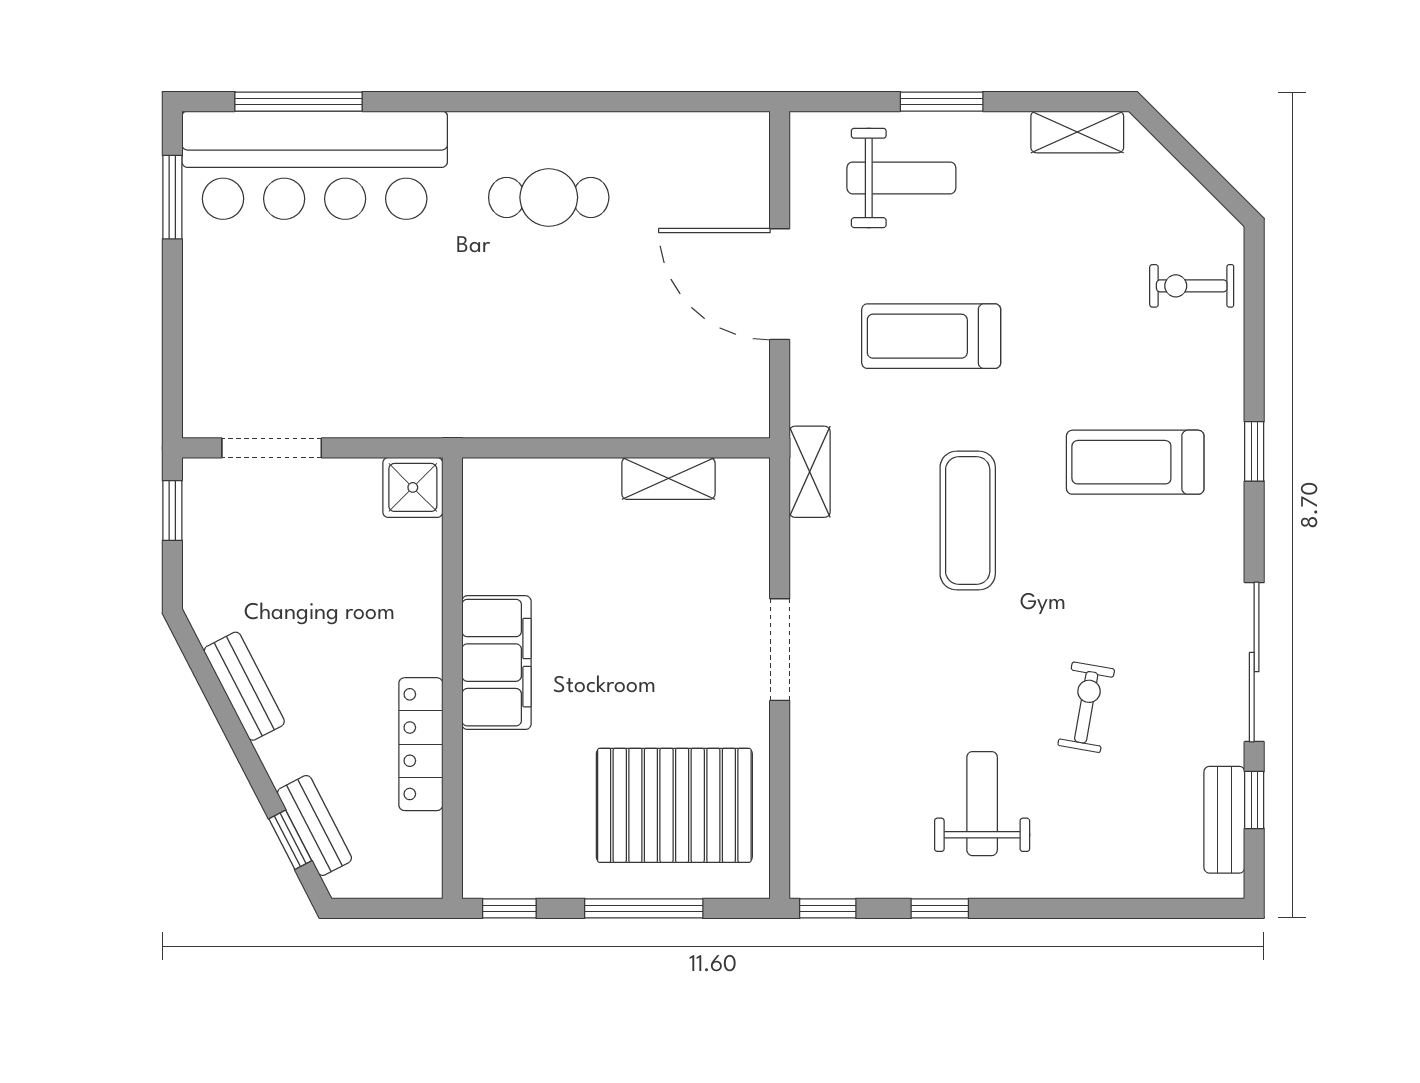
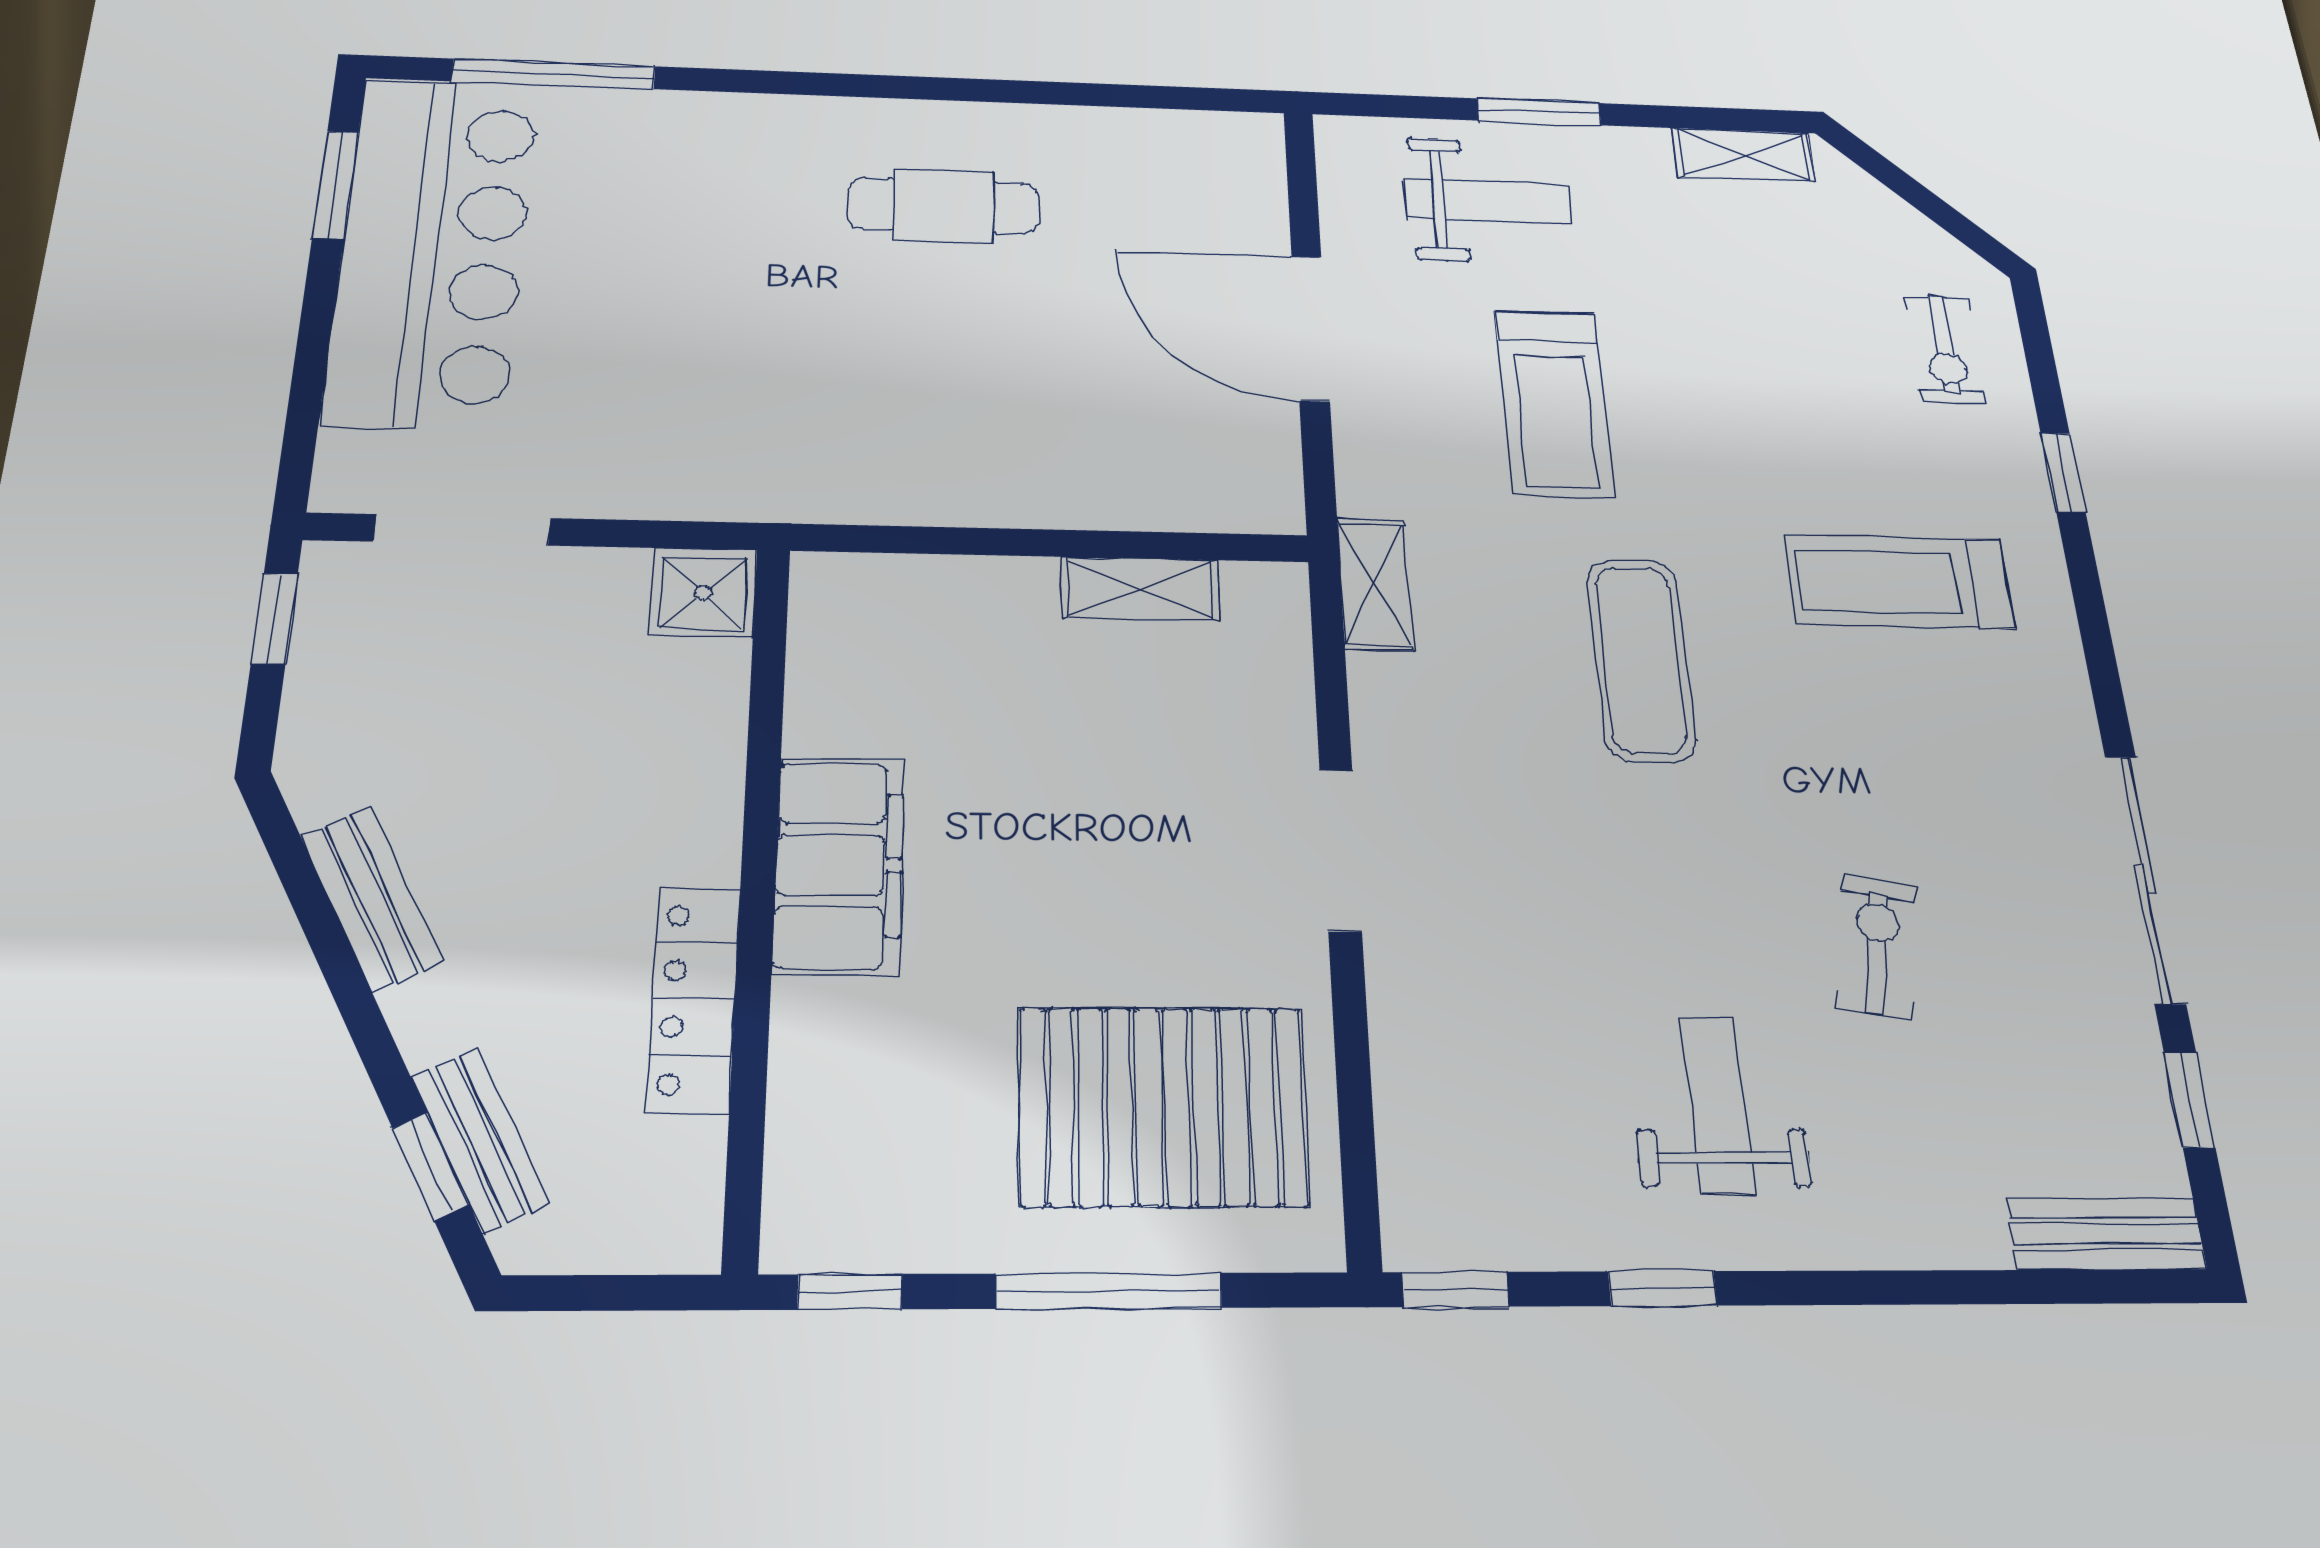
bar counter: (315, 165) -> (433, 251), moved, turned -90
exercise bike: (1192, 286) -> (1945, 349), turned -90
treadmill: (931, 336) -> (1554, 403), turned -90
window: (1254, 451) -> (2063, 473), moved
bench: (1224, 820) -> (2106, 1234), moved, turned 90

